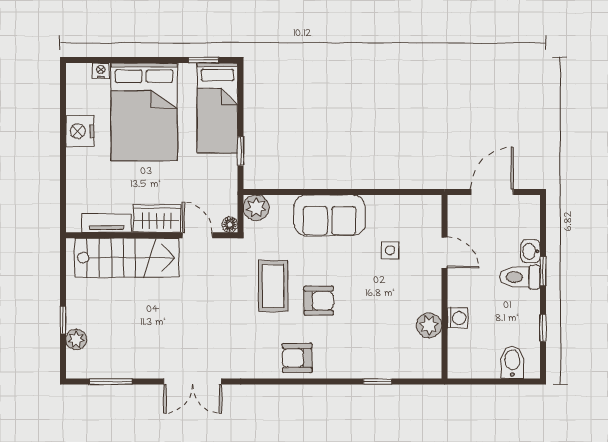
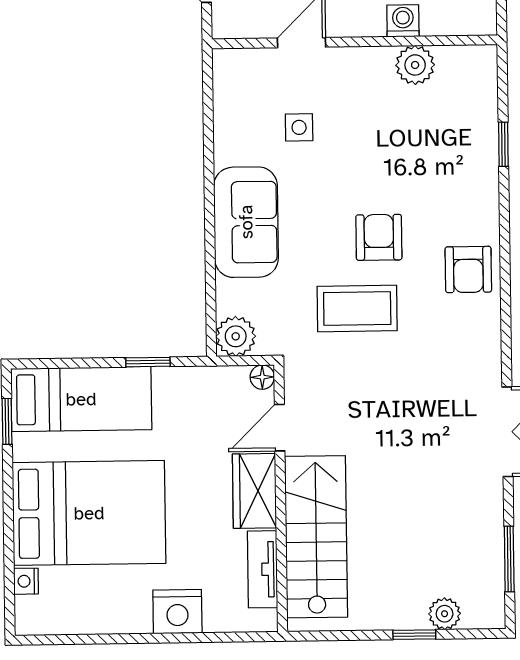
nightstand: (80, 131) -> (177, 612), moved

